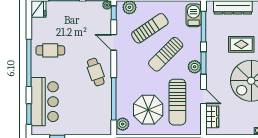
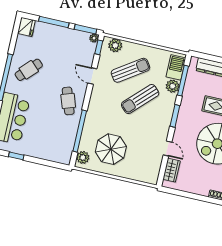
cafe table: (50, 50) -> (29, 70), turned -46
plant: (195, 67) -> (173, 86), moved
sun lounger: (177, 102) -> (141, 148), removed

